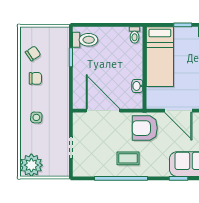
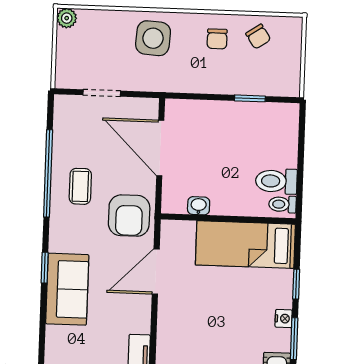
toilet: (85, 40) -> (276, 181), moved, turned 90
door: (103, 111) -> (160, 148), swing flipped
side table: (36, 117) -> (153, 38), width x1.87, depth x1.87
armchair: (145, 128) -> (129, 216), turned 180
plant: (31, 165) -> (67, 18), width x0.53, depth x0.53

